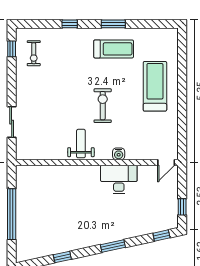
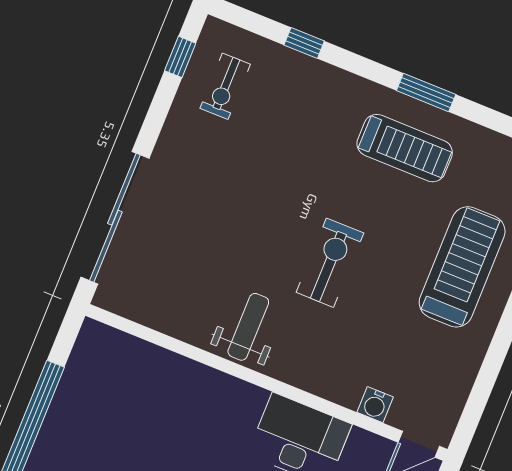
window: (70, 24) -> (304, 43), moved
sliding door: (12, 122) -> (115, 218), width x1.86
water cooler: (119, 154) -> (375, 405), moved

